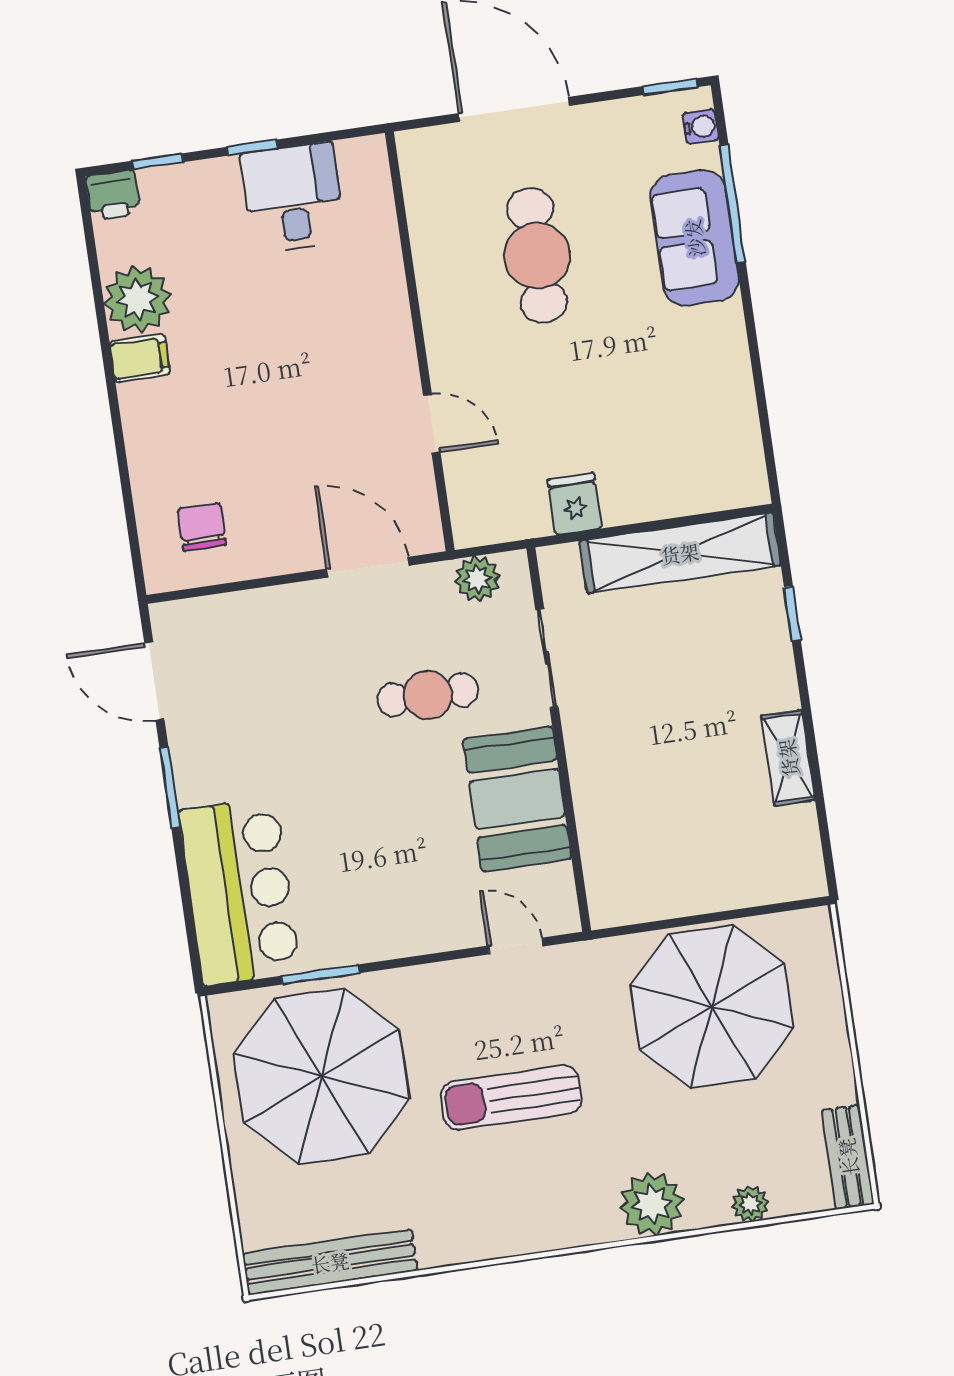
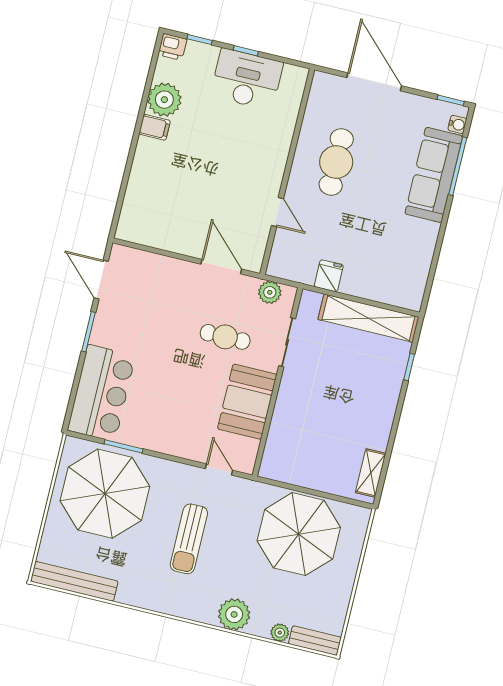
desk: (293, 197) -> (247, 79), width x1.37
sofa: (694, 238) -> (434, 175), width x1.36
cafe table: (537, 255) -> (336, 162), moved
chair: (202, 527) -> (152, 217), removed
shelving: (788, 758) -> (371, 473), moved
sun lounger: (511, 1098) -> (189, 539), turned -90
bench: (848, 1157) -> (315, 641), moved, turned 90

